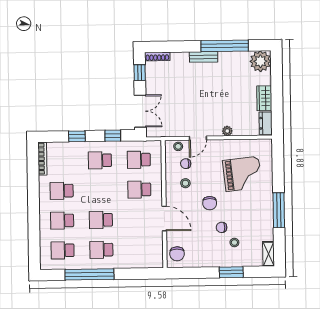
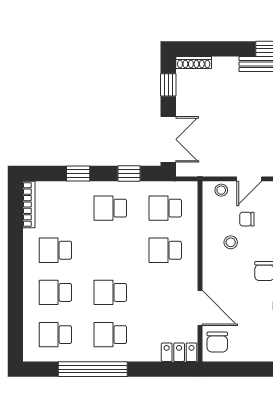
chair: (186, 164) -> (247, 219), moved
door: (164, 219) -> (200, 308), moved
locker: (150, 261) -> (179, 352), added

